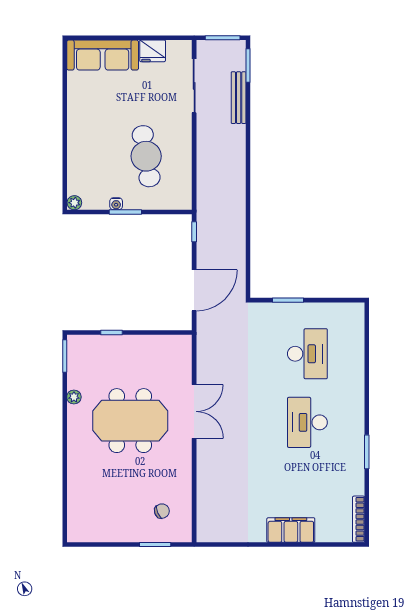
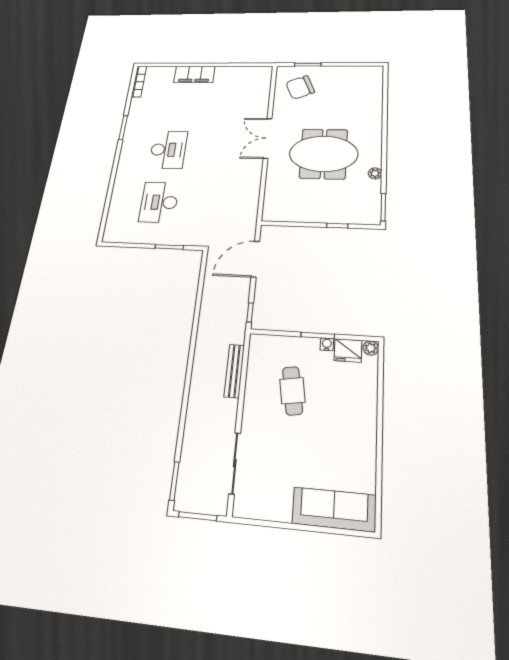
fridge: (153, 51) -> (348, 350), moved, turned 180
bench: (239, 98) -> (234, 371), moved
cafe table: (146, 156) -> (292, 391), width x0.73, depth x0.74
double door: (194, 411) -> (268, 138), moved
chair: (162, 511) -> (300, 87), width x1.87, depth x1.87

